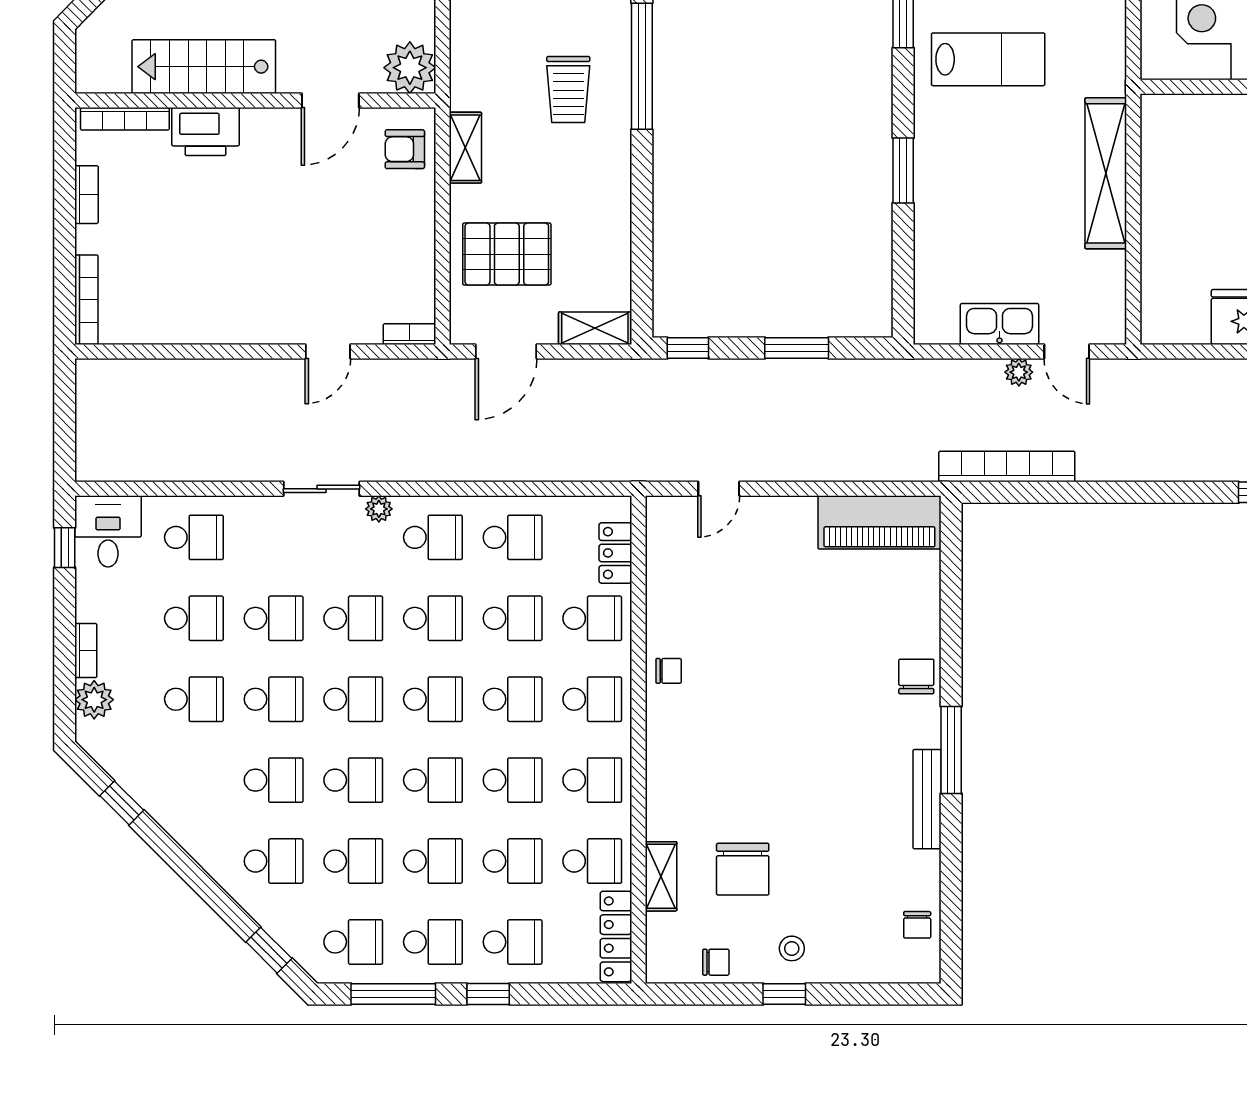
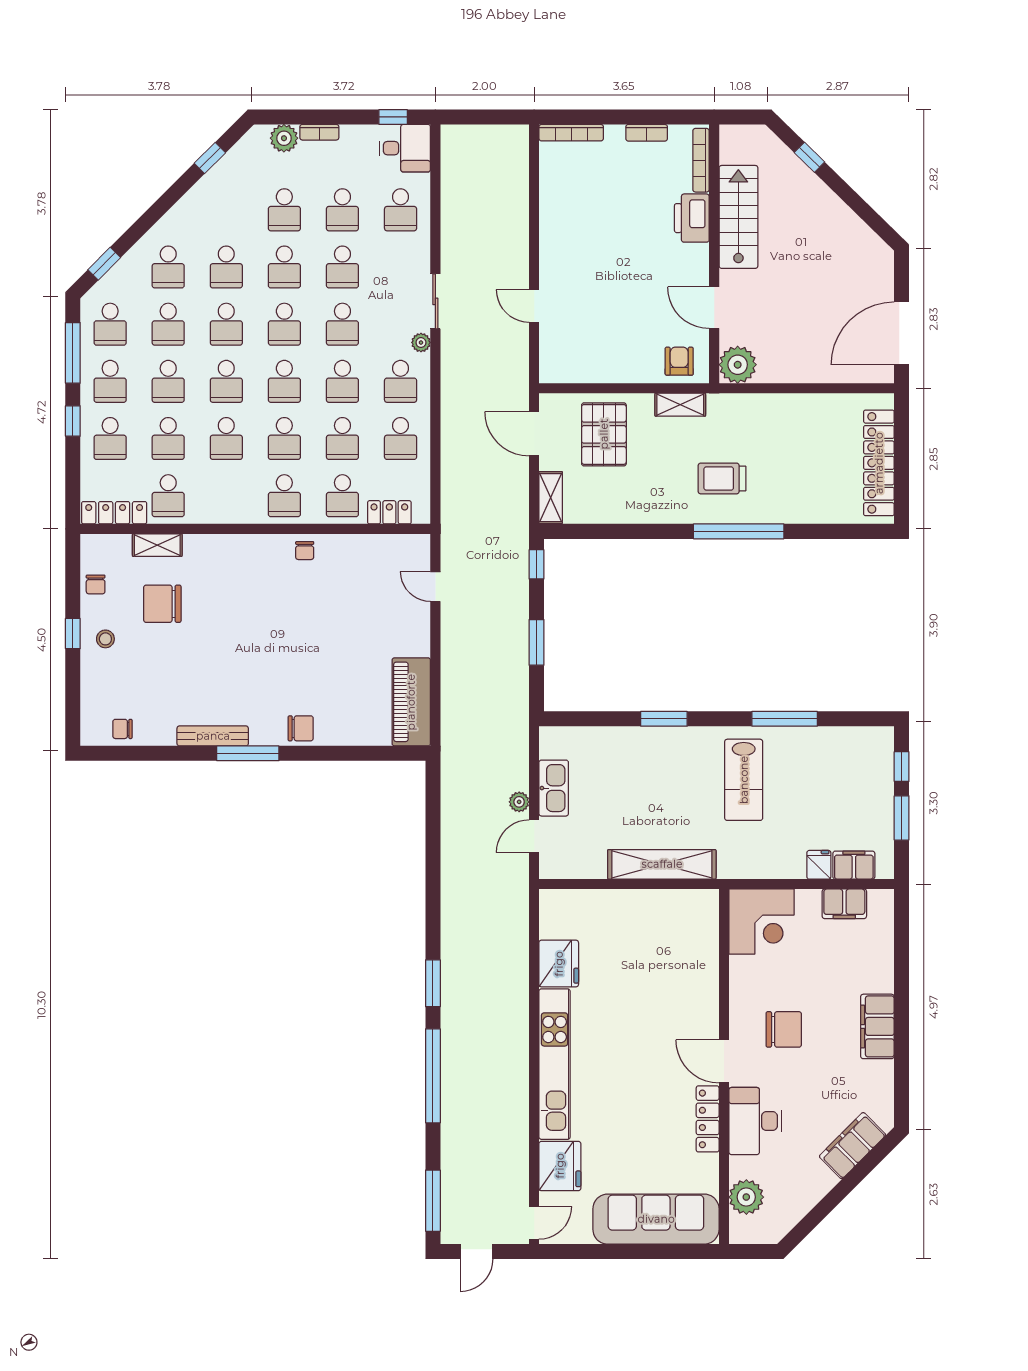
bookcase: (410, 334) -> (546, 365), removed
bookcase: (1007, 467) -> (451, 793), removed
school desk: (592, 780) -> (226, 496), removed

